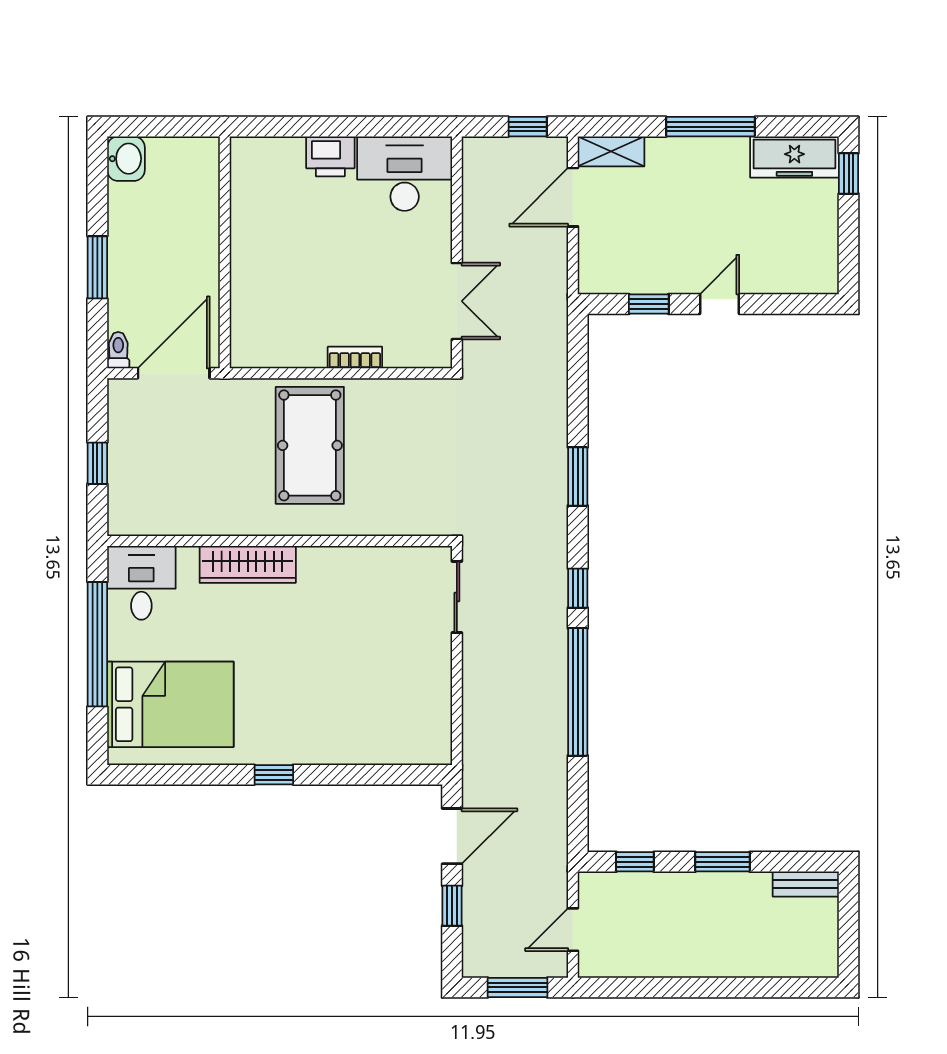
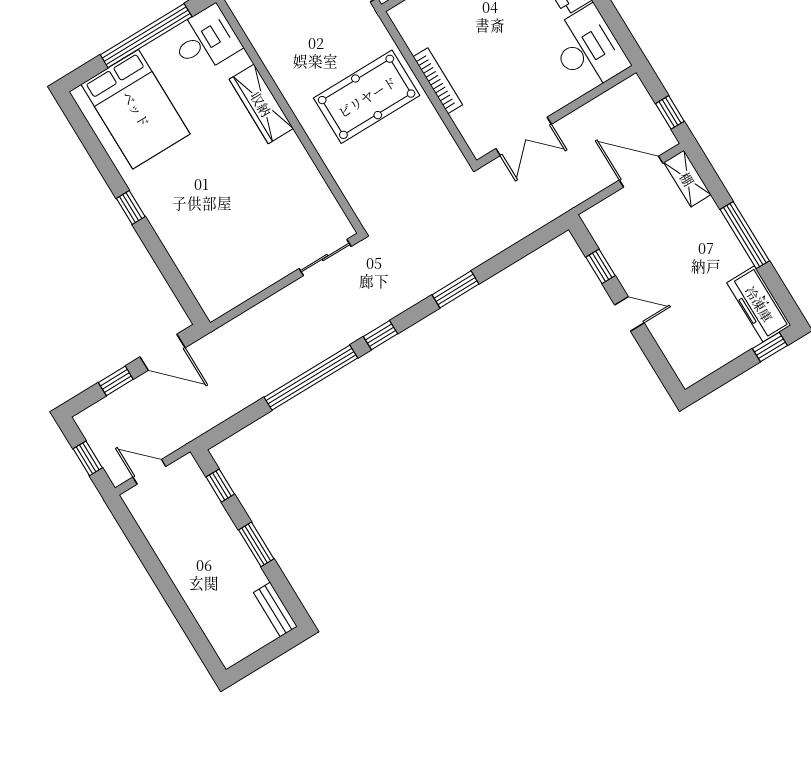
bookcase: (355, 358) -> (438, 81), width x1.56
window: (517, 987) -> (88, 458), width x0.67

